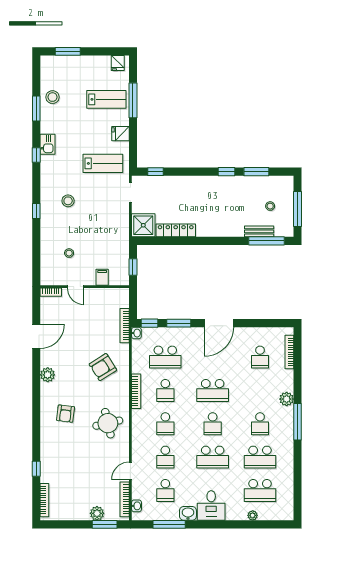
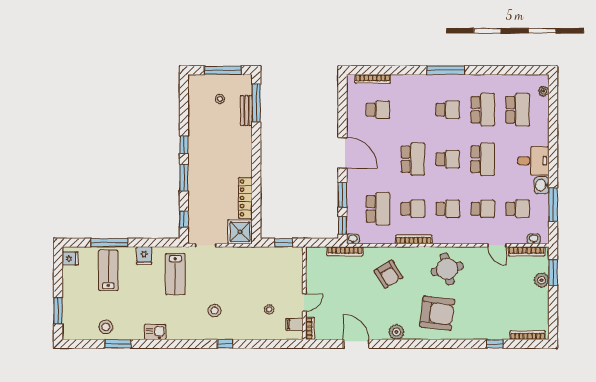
window: (36, 155) -> (166, 344), removed
lab bench: (103, 163) -> (175, 274), turned 180
window: (256, 172) -> (184, 178), moved
filing cabinet: (102, 277) -> (294, 324), moved
plant: (287, 399) -> (422, 82), removed
armchair: (66, 414) -> (437, 313), width x1.88, depth x1.88
plant: (253, 515) -> (544, 91), moved

